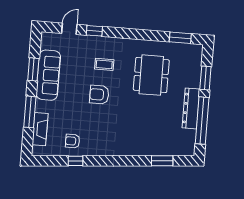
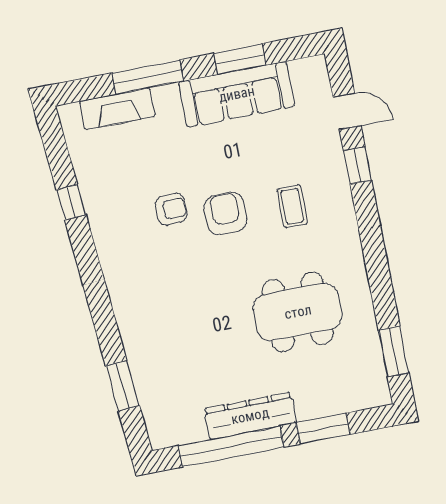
armchair: (72, 141) -> (171, 209), moved, turned 89

